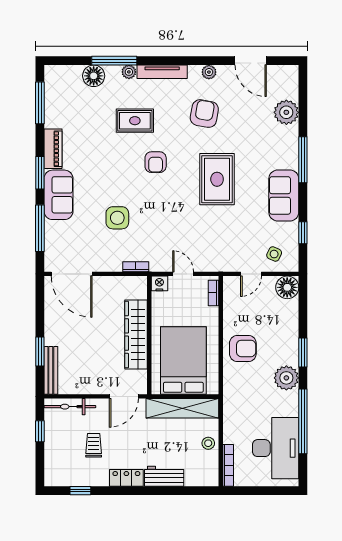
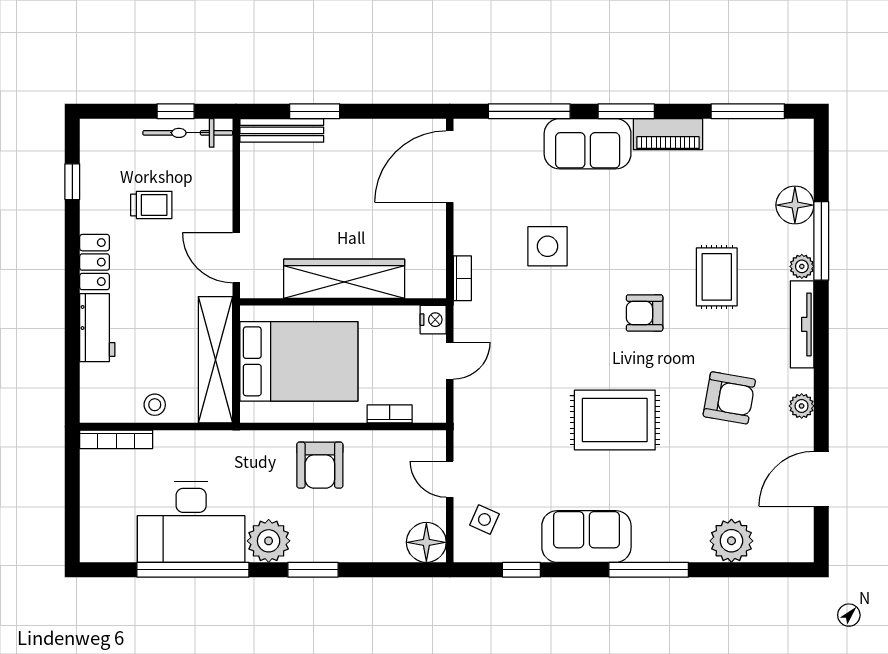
bookcase: (214, 293) -> (390, 414), moved
bicycle: (70, 407) -> (188, 133), moved, turned -90
desk: (276, 448) -> (191, 522), moved

